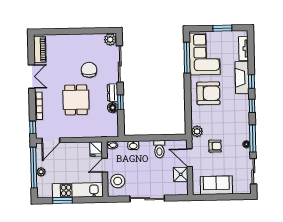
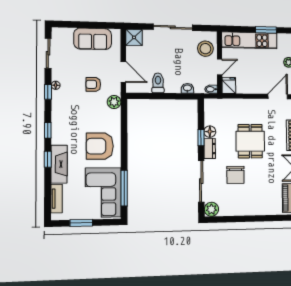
window: (253, 138) -> (48, 92), width x0.46
shower: (181, 174) -> (134, 37), moved

